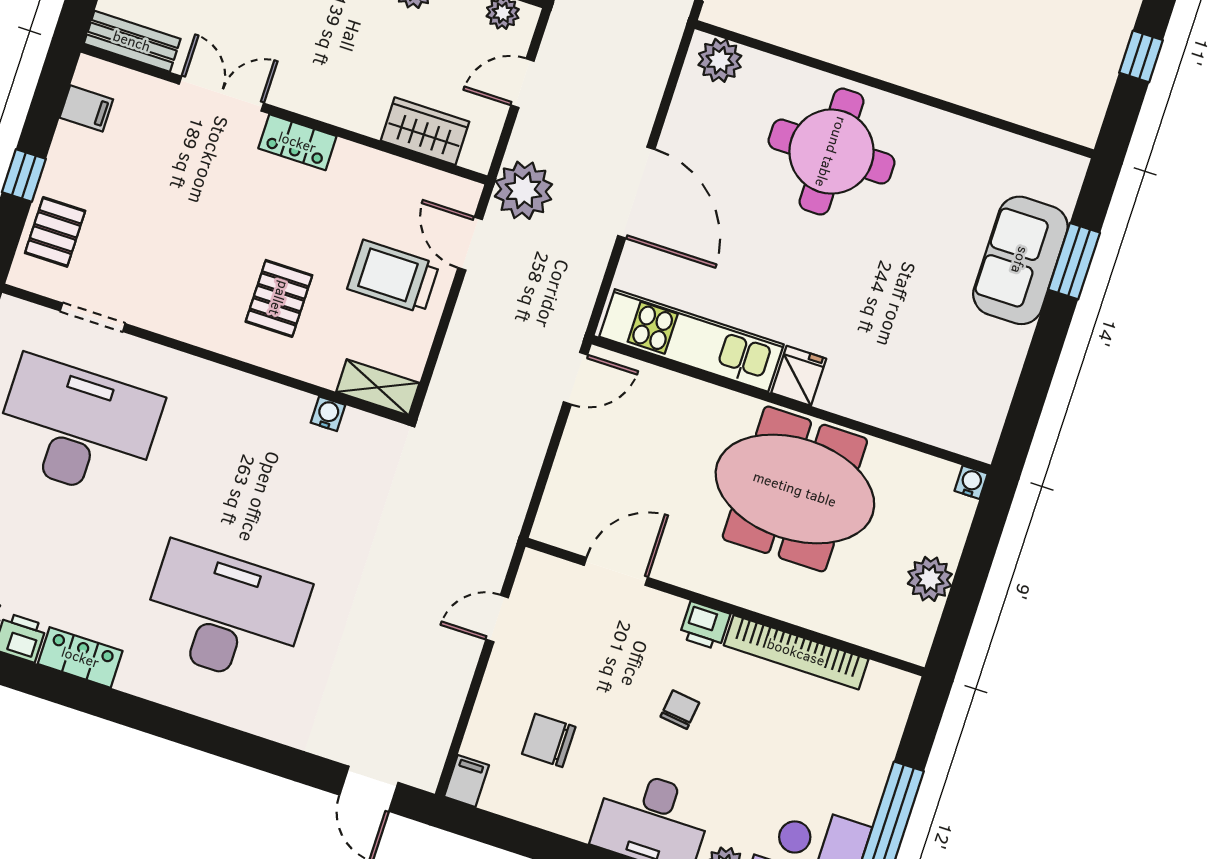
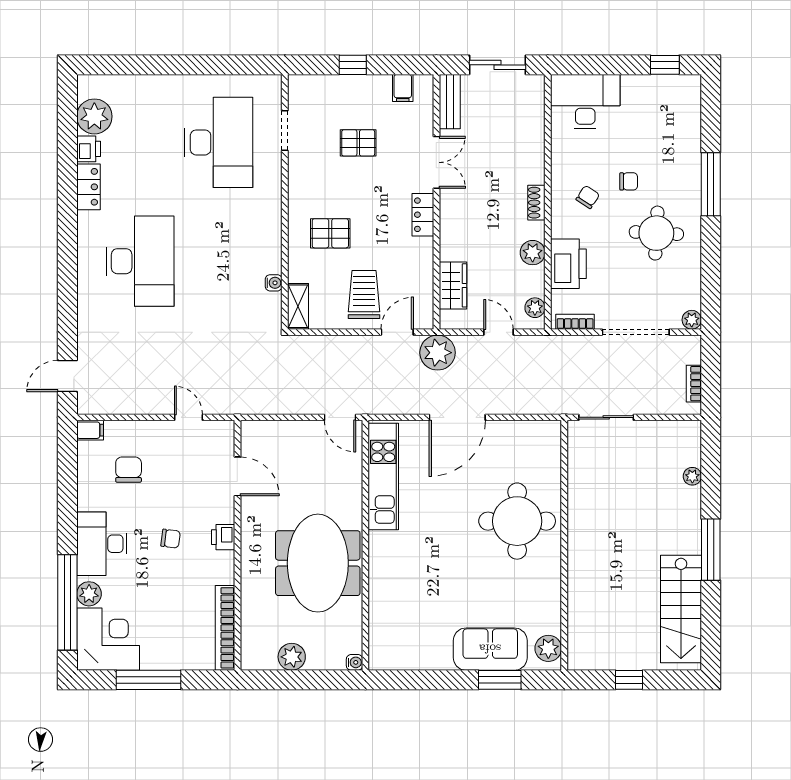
plant: (720, 60) -> (548, 648), moved
pallet: (55, 232) -> (358, 143), moved
fridge: (799, 376) -> (383, 544), removed
bookcase: (796, 652) -> (225, 628), moved

